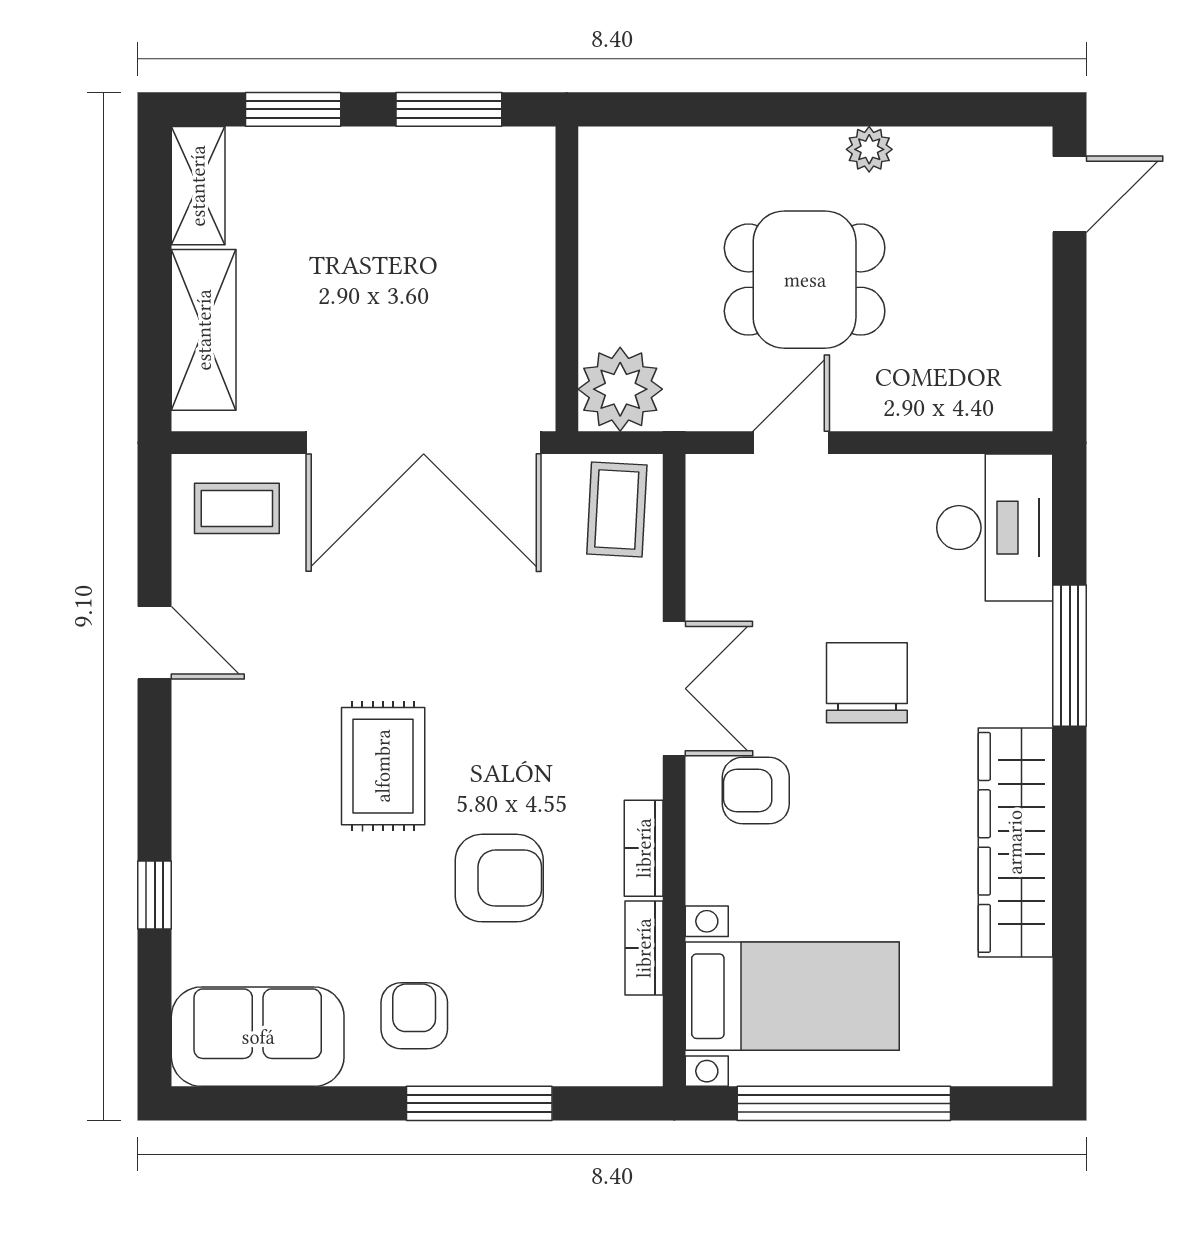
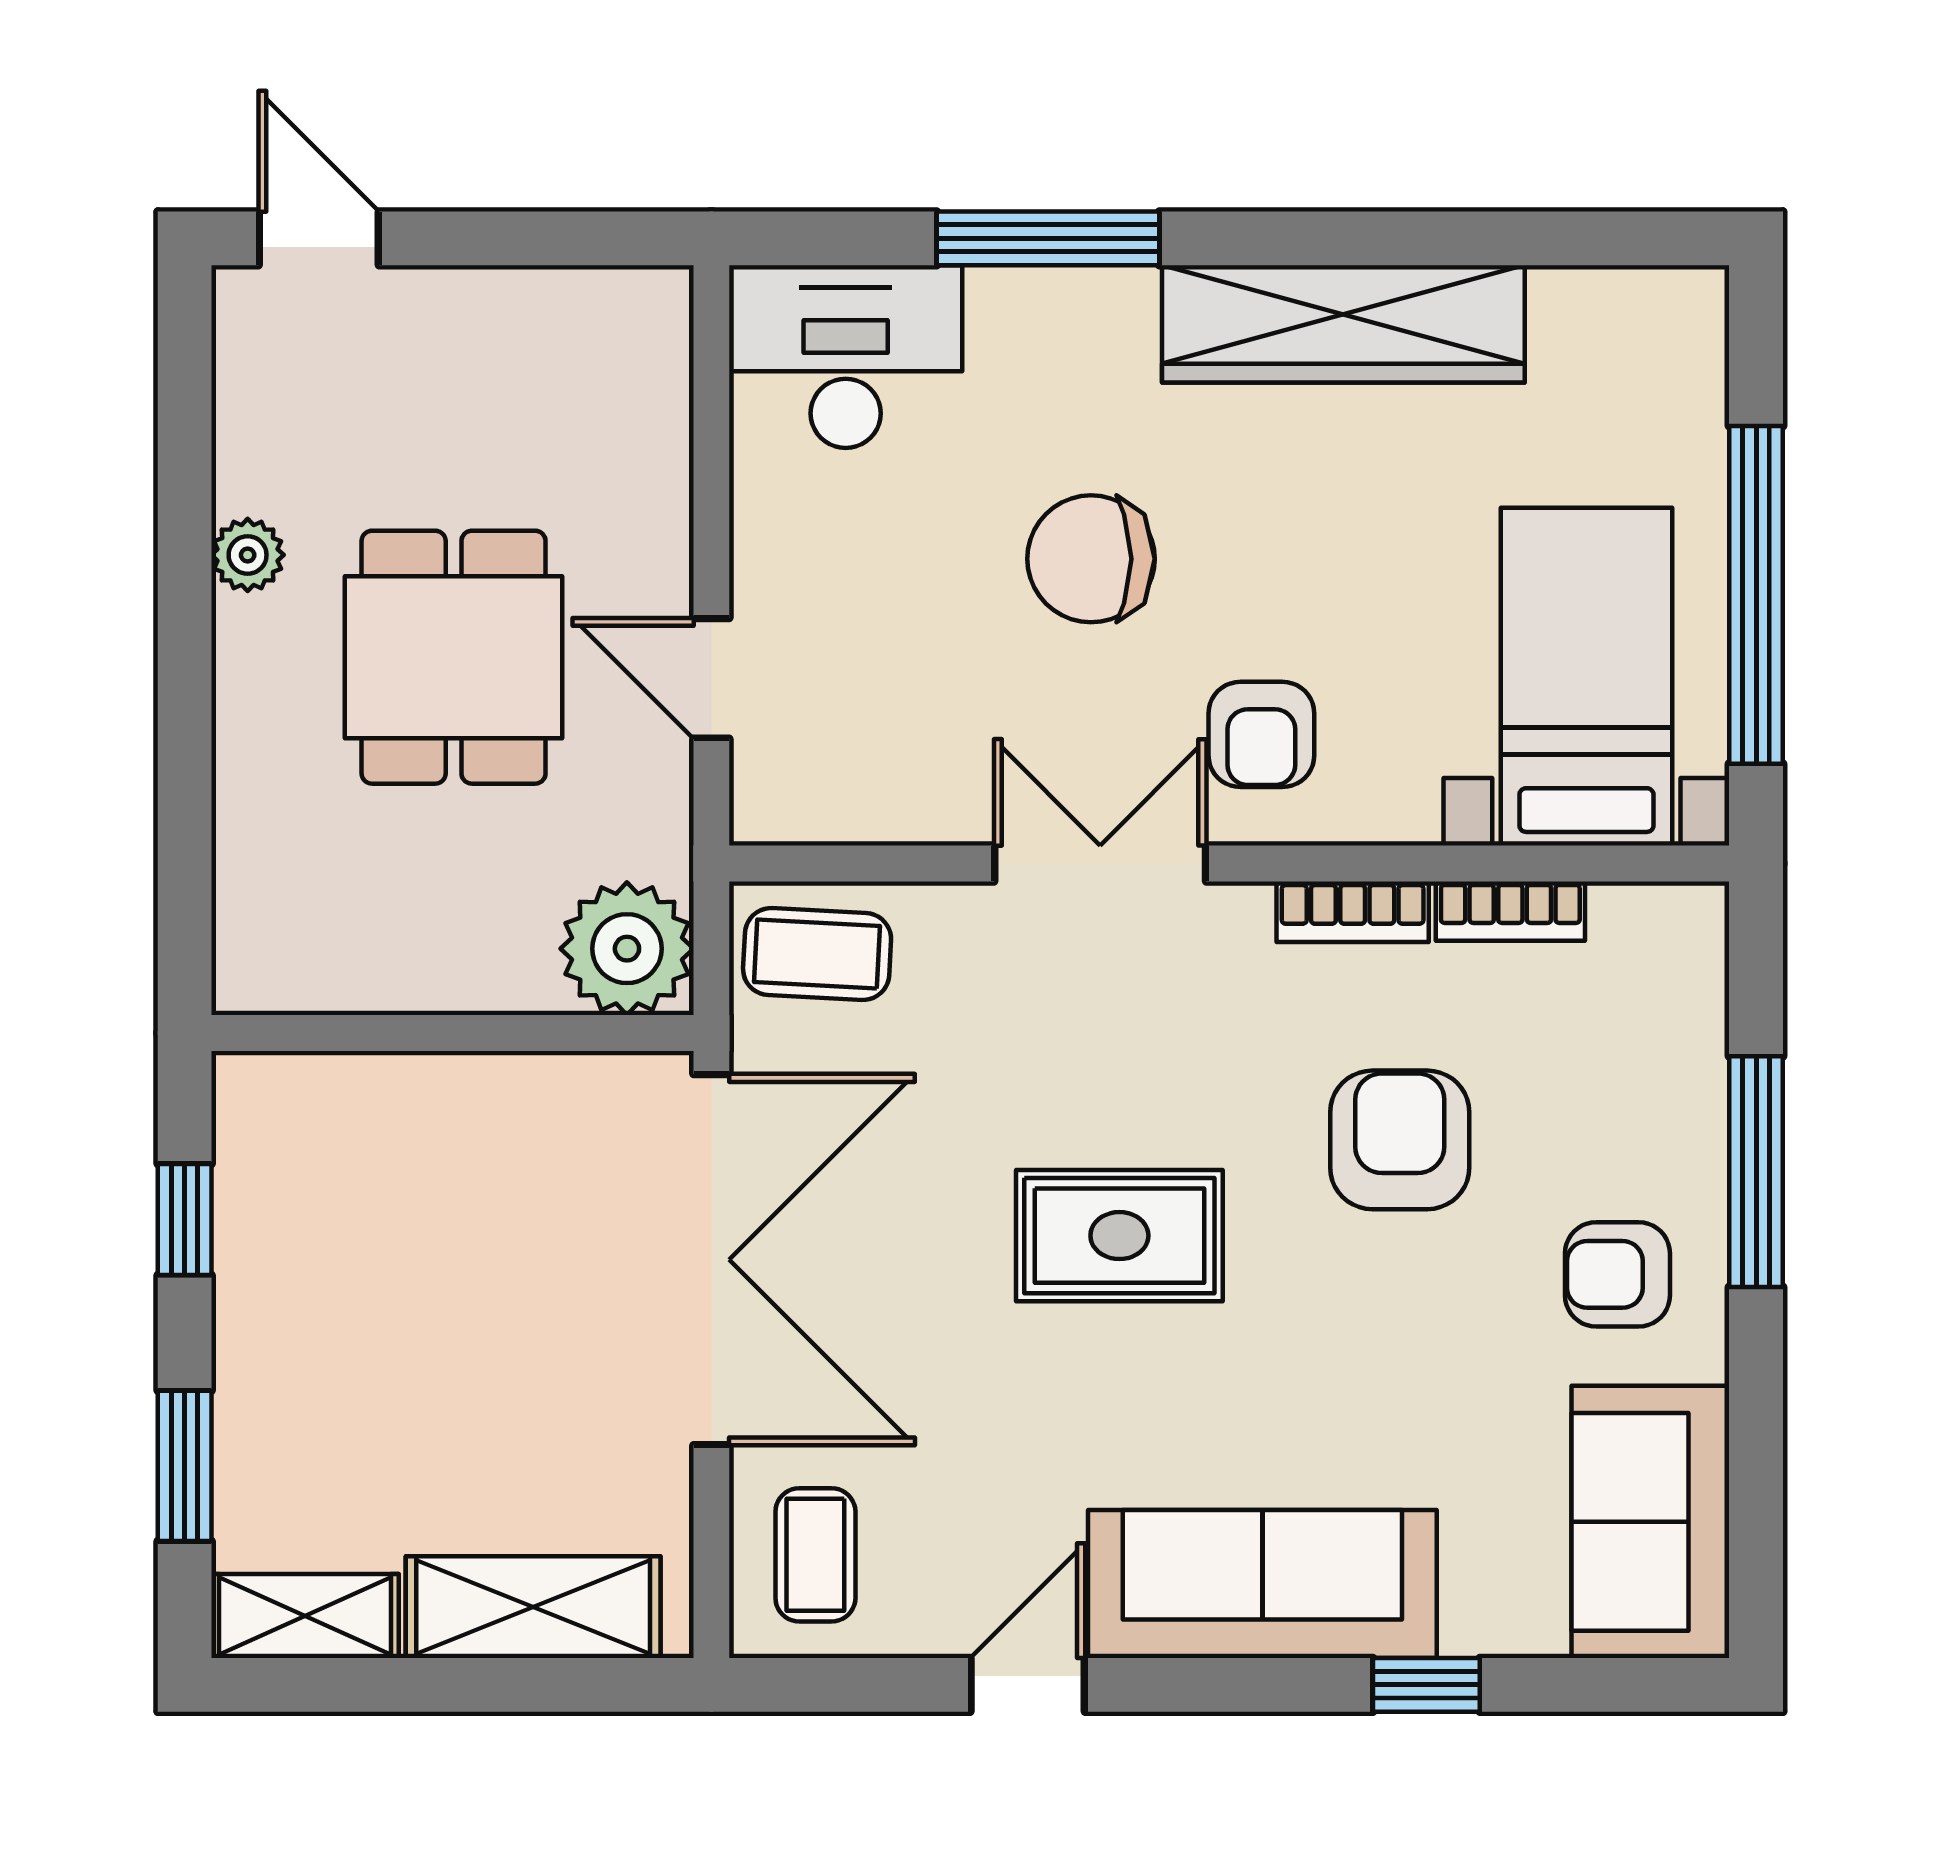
window: (449, 109) -> (185, 1220), width x0.67
rug: (383, 766) -> (1119, 1236), moved
sofa: (218, 791) -> (1262, 1584), added

